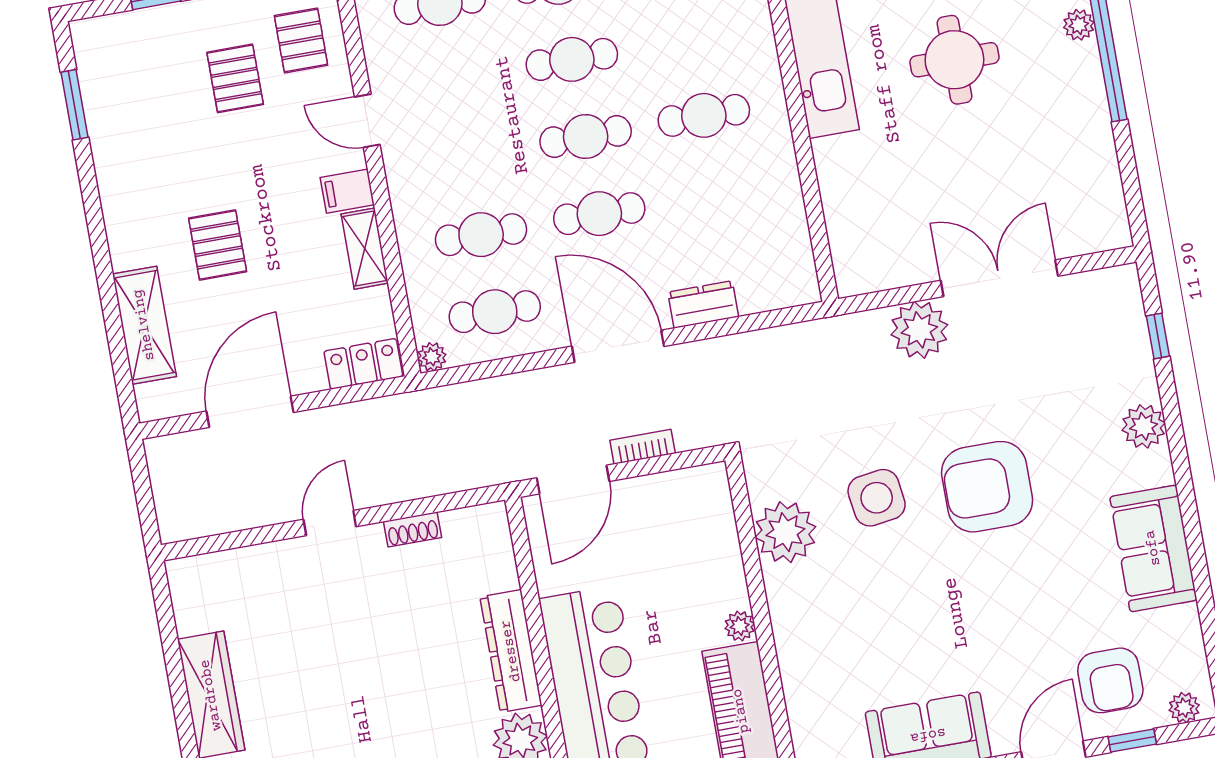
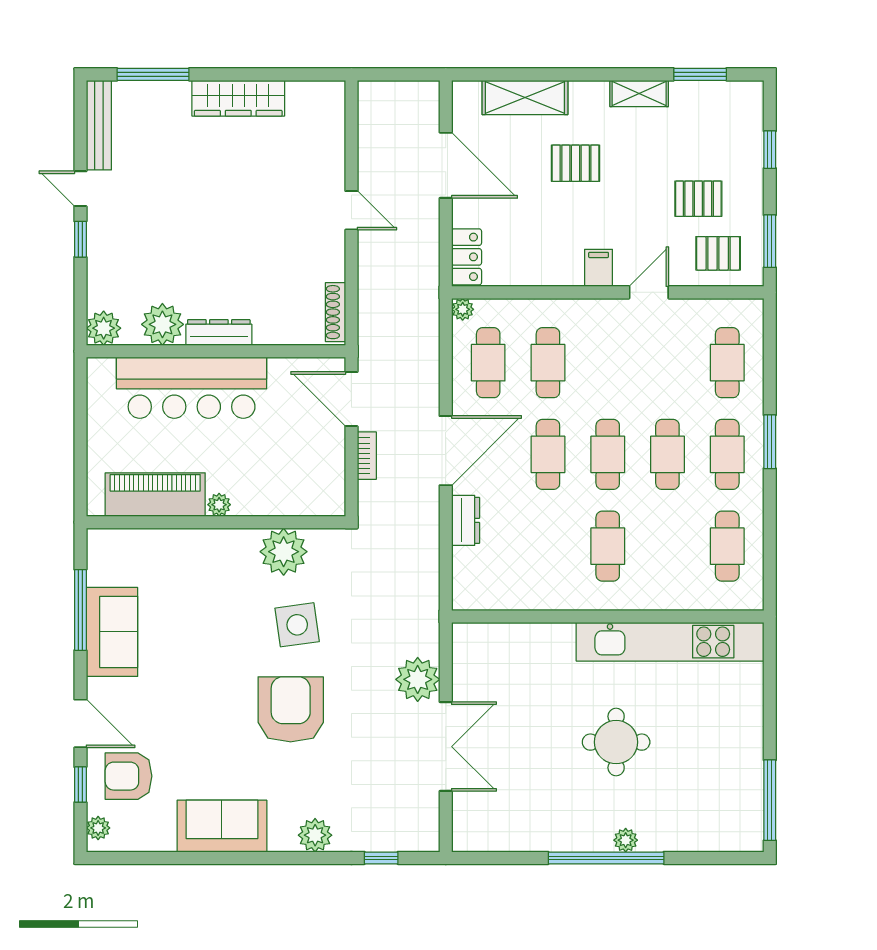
shelving: (365, 249) -> (639, 93), moved
shoe rack: (413, 529) -> (335, 312), moved, width x1.43
dresser: (511, 651) -> (219, 332), width x0.73, depth x0.80

